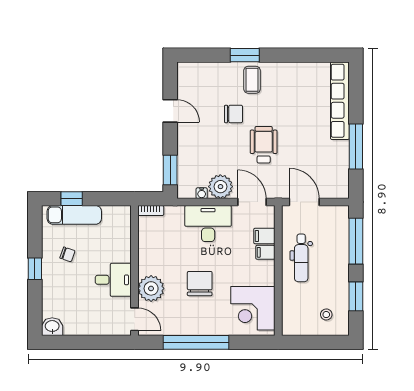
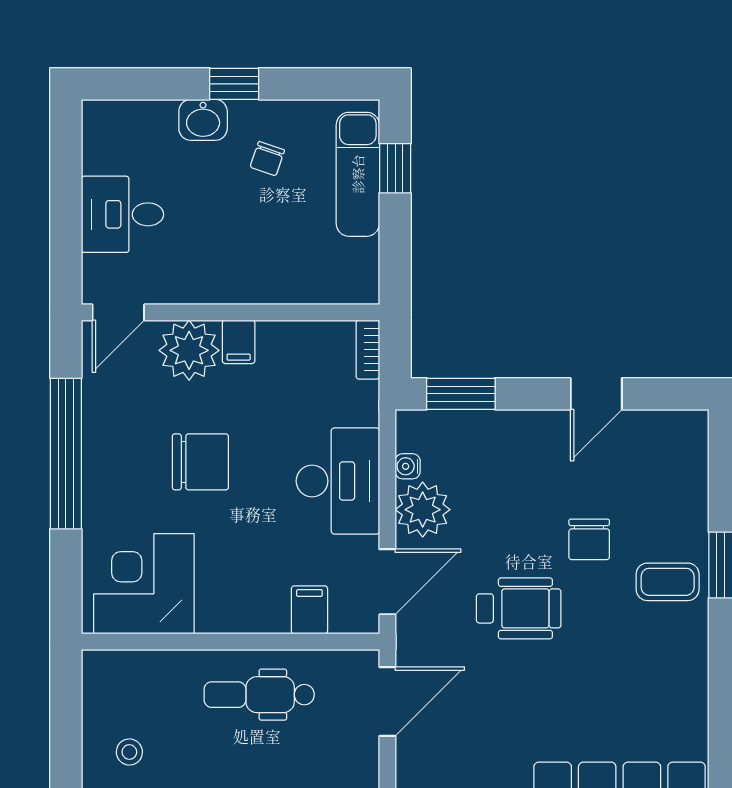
filing cabinet: (265, 252) -> (239, 342), moved, turned 180
desk: (113, 280) -> (122, 214), moved, turned 90
washbasin: (52, 327) -> (203, 120), moved, turned 90

